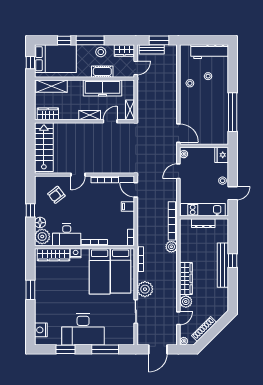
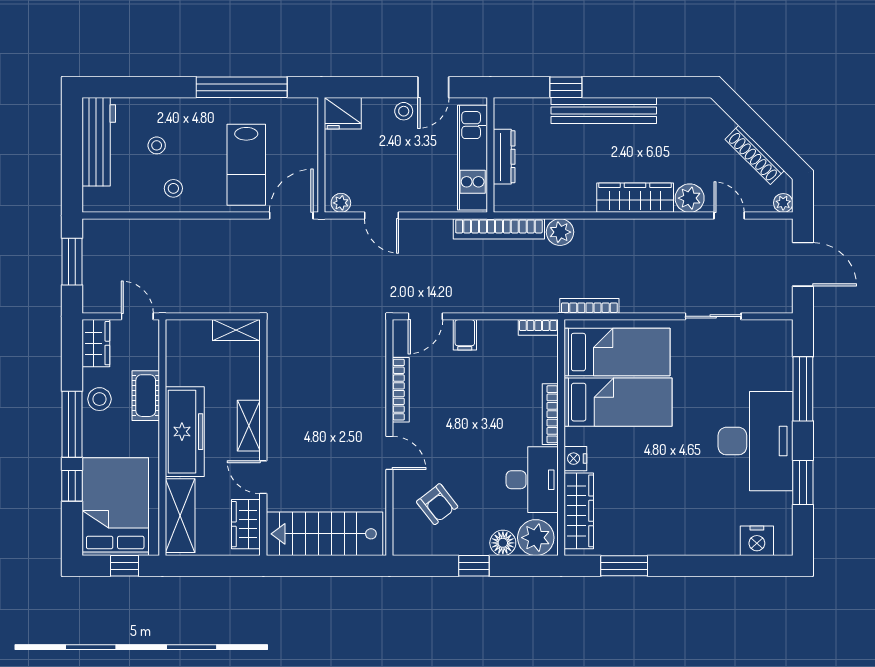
bench: (152, 49) -> (93, 279), removed
freezer: (103, 88) -> (185, 432), moved
lab bench: (200, 114) -> (246, 165), added
door: (110, 121) -> (263, 477), moved
door: (233, 193) -> (433, 87), swing flipped
window: (233, 261) -> (566, 87), moved
plant: (145, 289) -> (660, 295), removed
window: (30, 290) -> (624, 566), moved

